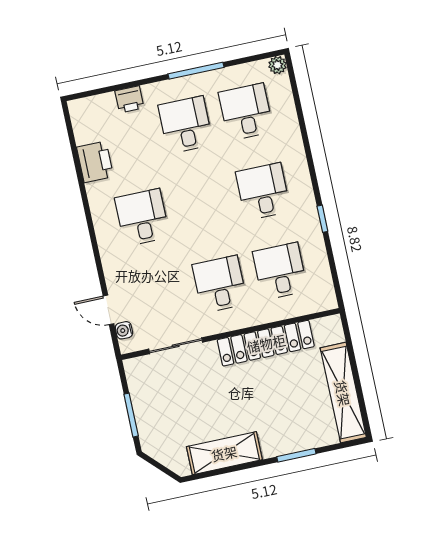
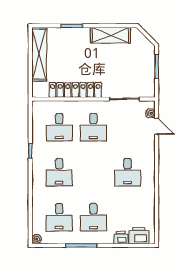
printer: (95, 162) -> (139, 236), moved, turned 90

